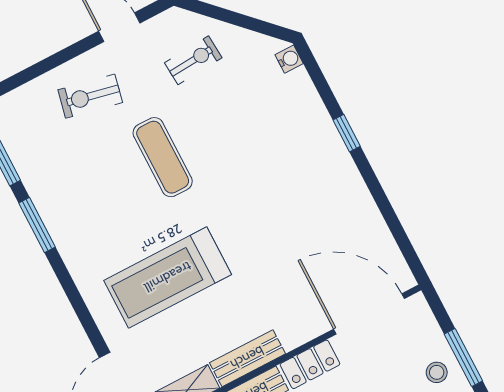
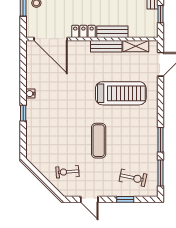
water cooler: (289, 59) -> (30, 94), moved
window: (46, 65) -> (125, 199), added
exercise bike: (90, 96) -> (133, 178), moved

